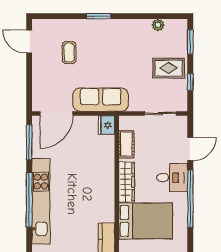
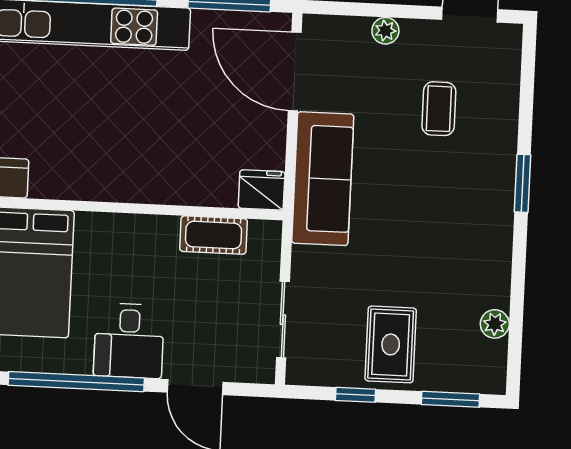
coffee table: (69, 53) -> (439, 109), turned 90
plant: (38, 76) -> (385, 31), added
wardrobe: (127, 182) -> (124, 231), removed

